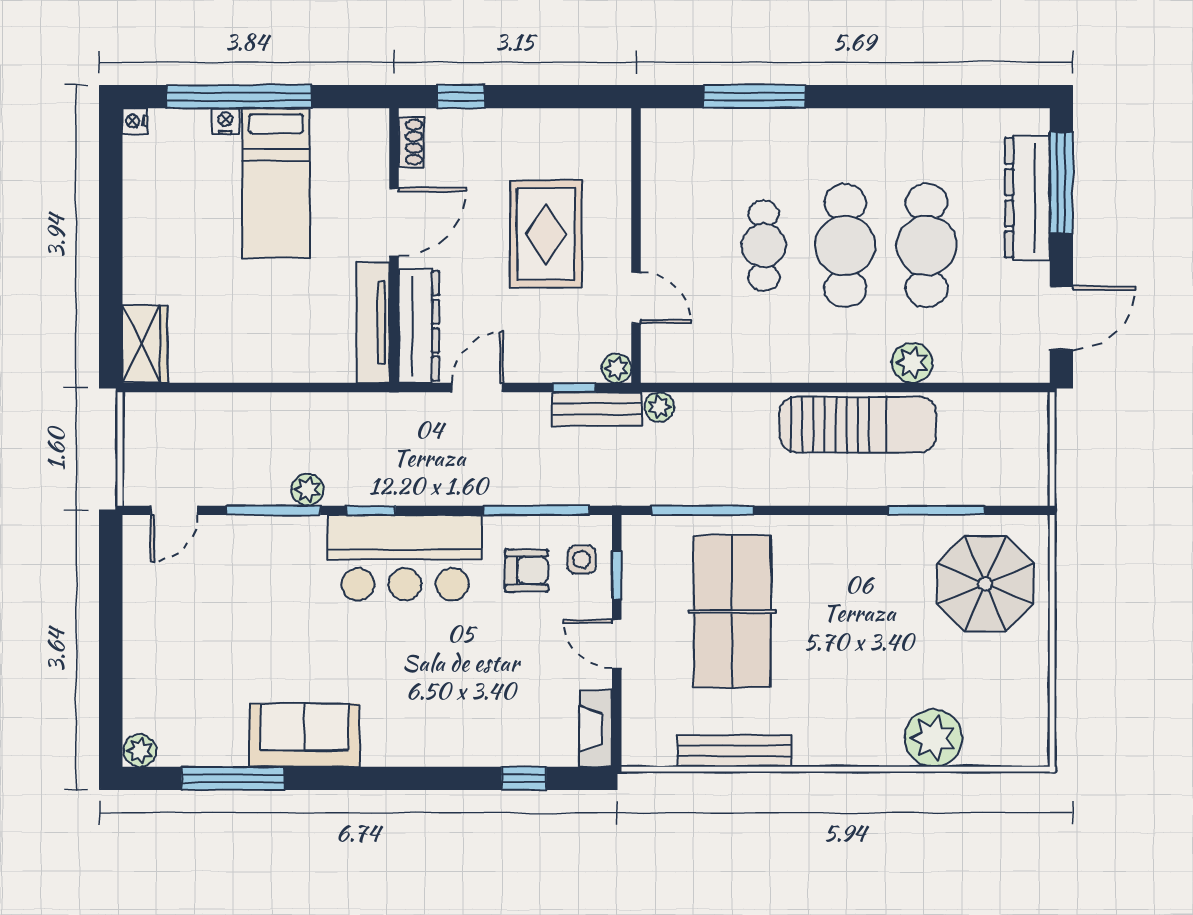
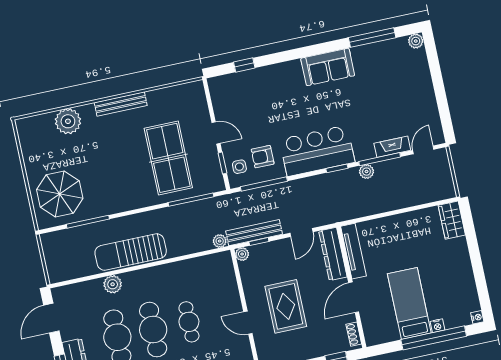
door: (636, 298) -> (248, 323), moved
bench: (597, 409) -> (254, 233), width x1.36
fireplace: (596, 728) -> (392, 147), moved, turned -90
sofa: (305, 735) -> (328, 67), moved
bench: (734, 751) -> (121, 104), moved

